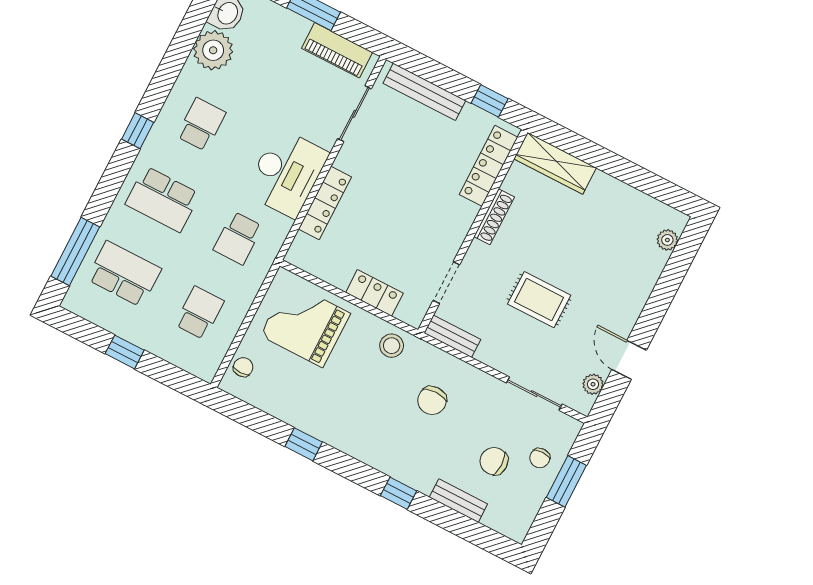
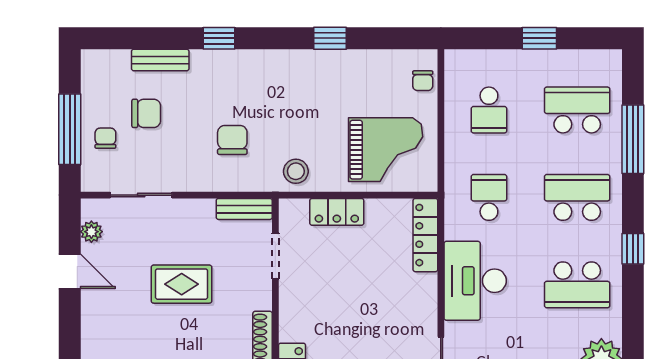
school desk: (201, 124) -> (577, 285), width x1.85
locker: (325, 203) -> (425, 235), moved
window: (75, 251) -> (633, 139), moved
school desk: (124, 274) -> (577, 110), turned 180
window: (566, 481) -> (70, 129), width x1.44

